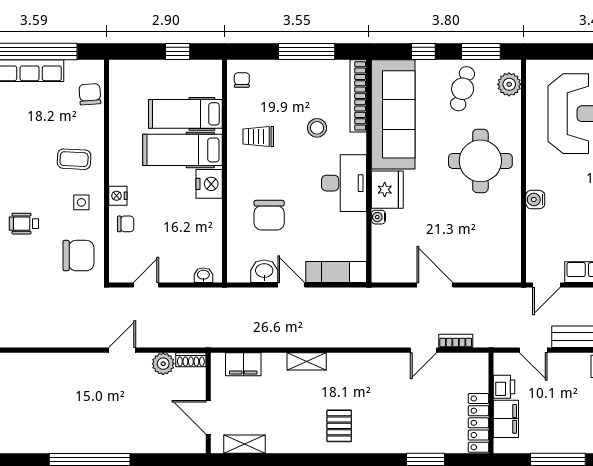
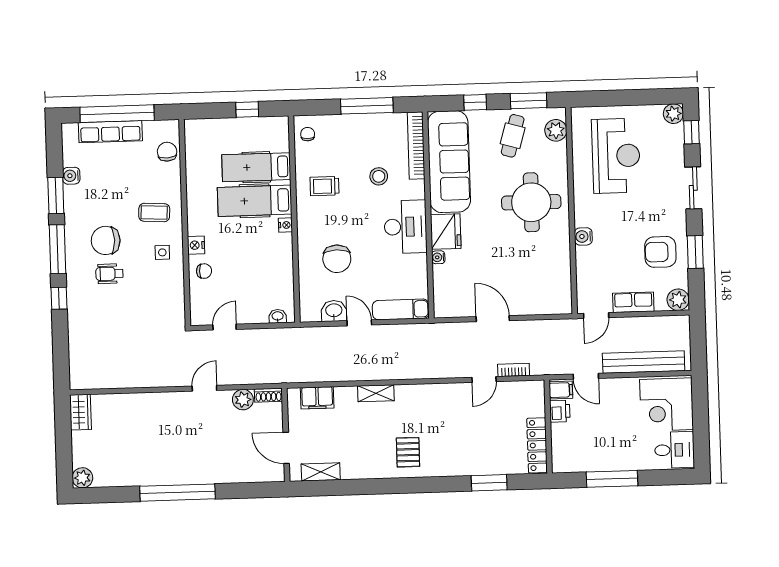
nightstand: (209, 184) -> (285, 225), width x0.53, depth x0.56
chair: (78, 256) -> (106, 240), moved, turned 180
filing cabinet: (506, 419) -> (561, 390), moved, width x0.50

